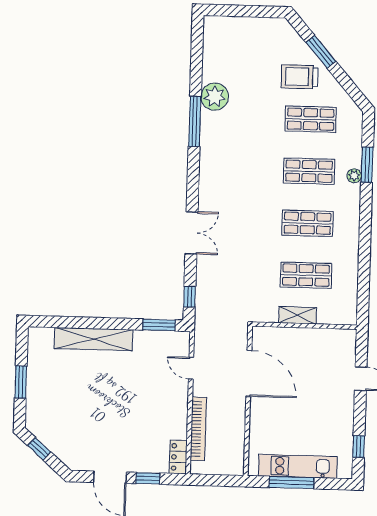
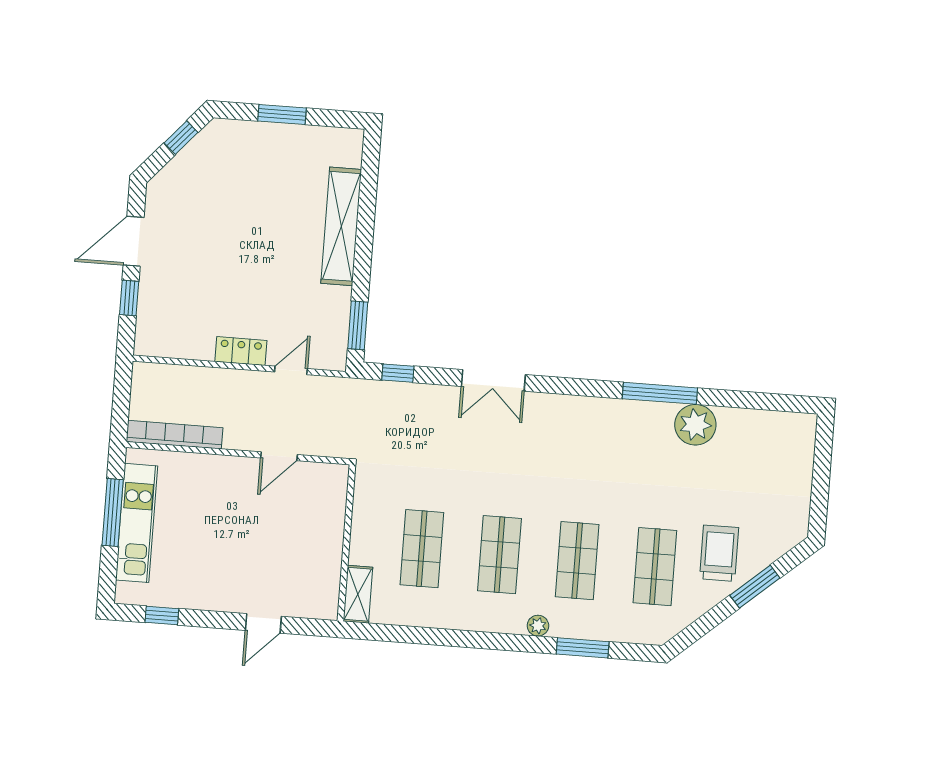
plant: (354, 176) -> (538, 626), moved
shelving: (297, 315) -> (358, 594), moved
door: (249, 373) -> (279, 456), width x0.53
bookcase: (198, 429) -> (175, 435), moved, turned 180
locker: (178, 457) -> (241, 351), moved

